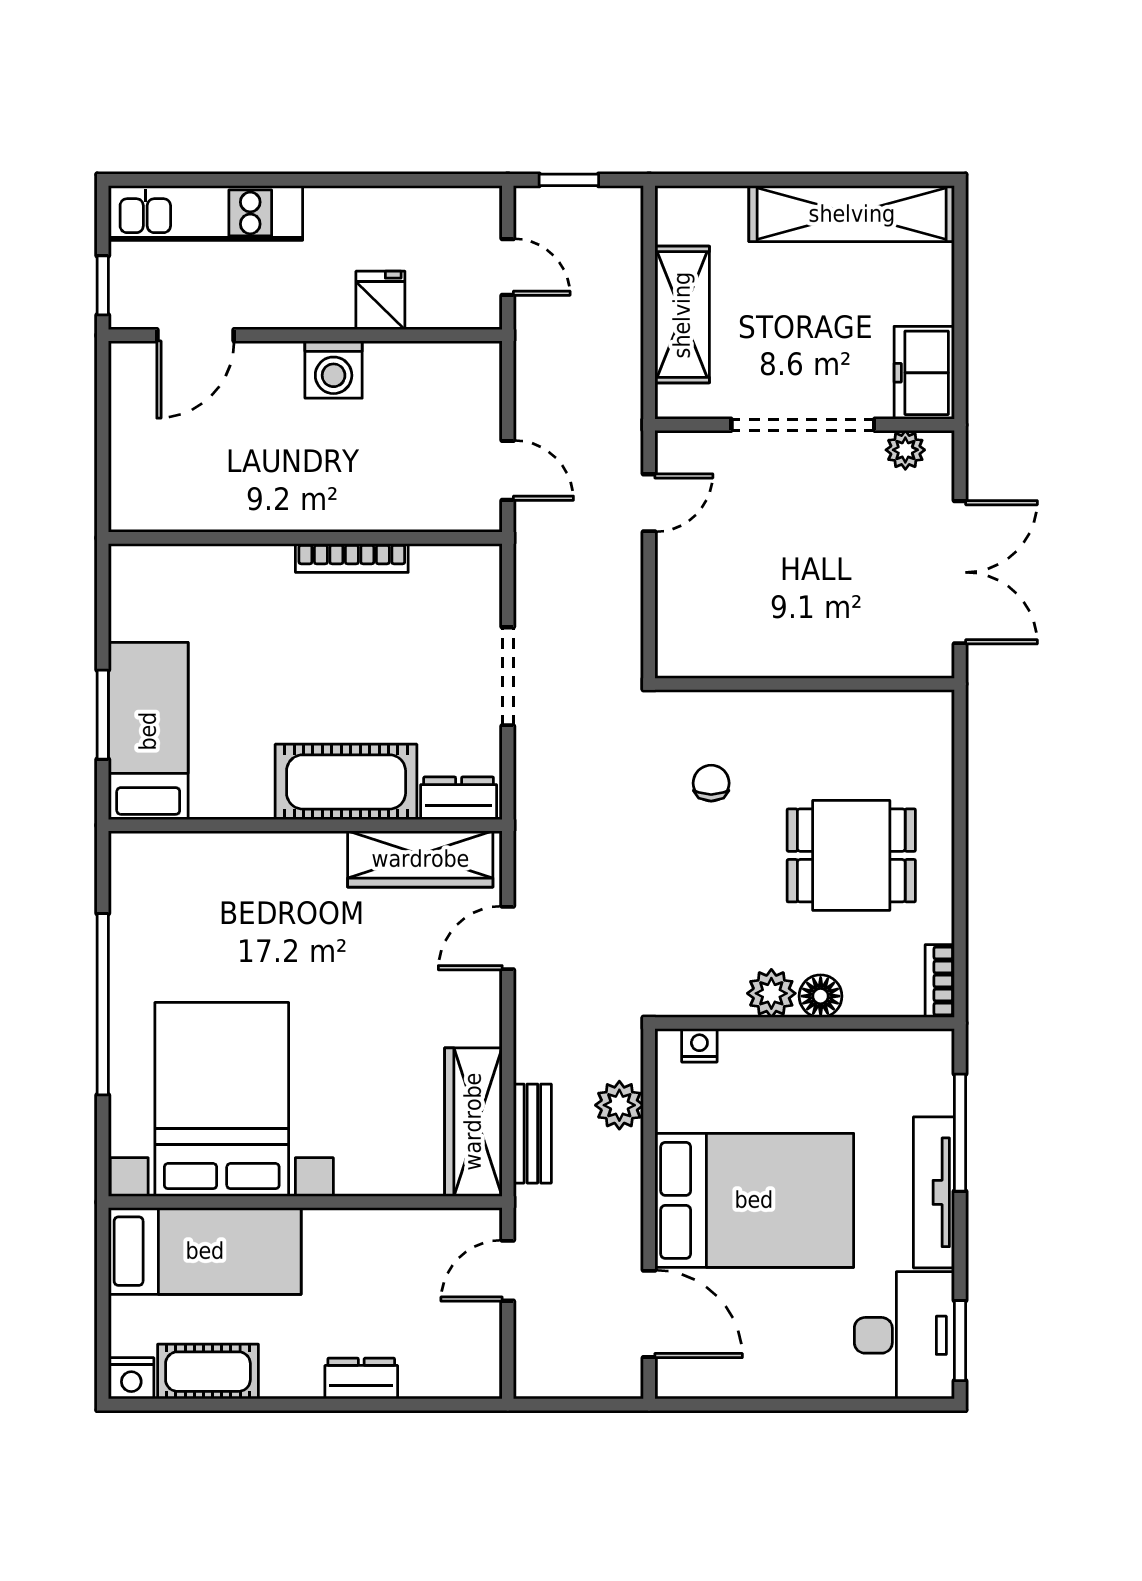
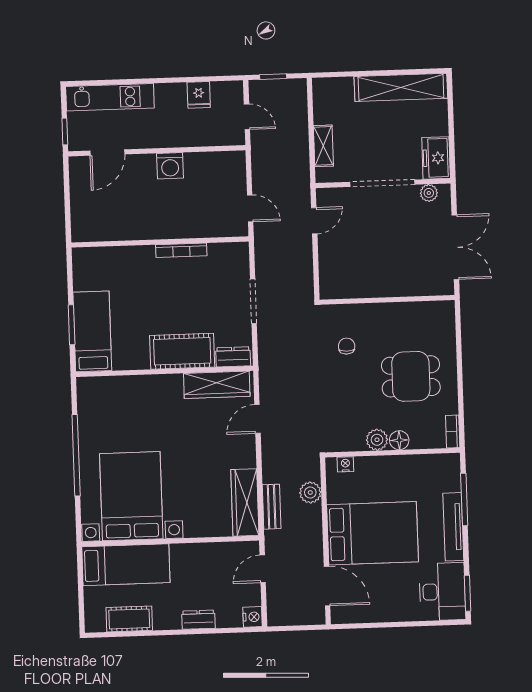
fridge: (380, 300) -> (199, 95), moved, turned 180
shelving: (682, 315) -> (323, 146), width x0.67, depth x0.75
nightstand: (131, 1378) -> (253, 617), moved, turned -90

